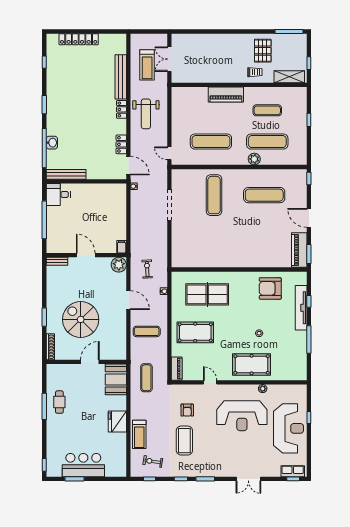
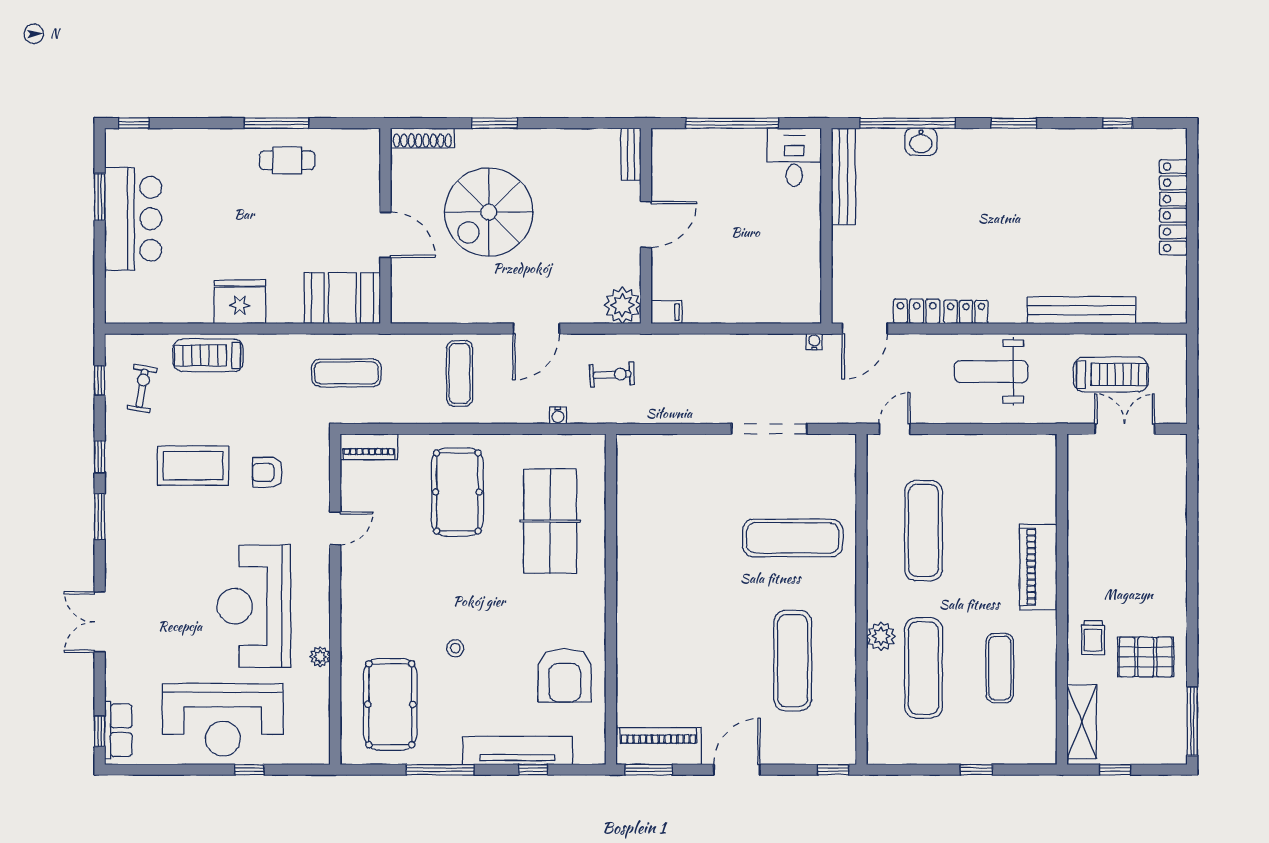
treadmill: (147, 65) -> (1111, 375), turned 180
locker: (121, 109) -> (966, 312), moved
armchair: (270, 288) -> (565, 675), turned 180
spiral stairs: (81, 319) -> (489, 212), turned 180
pool table: (252, 365) -> (390, 704), moved

